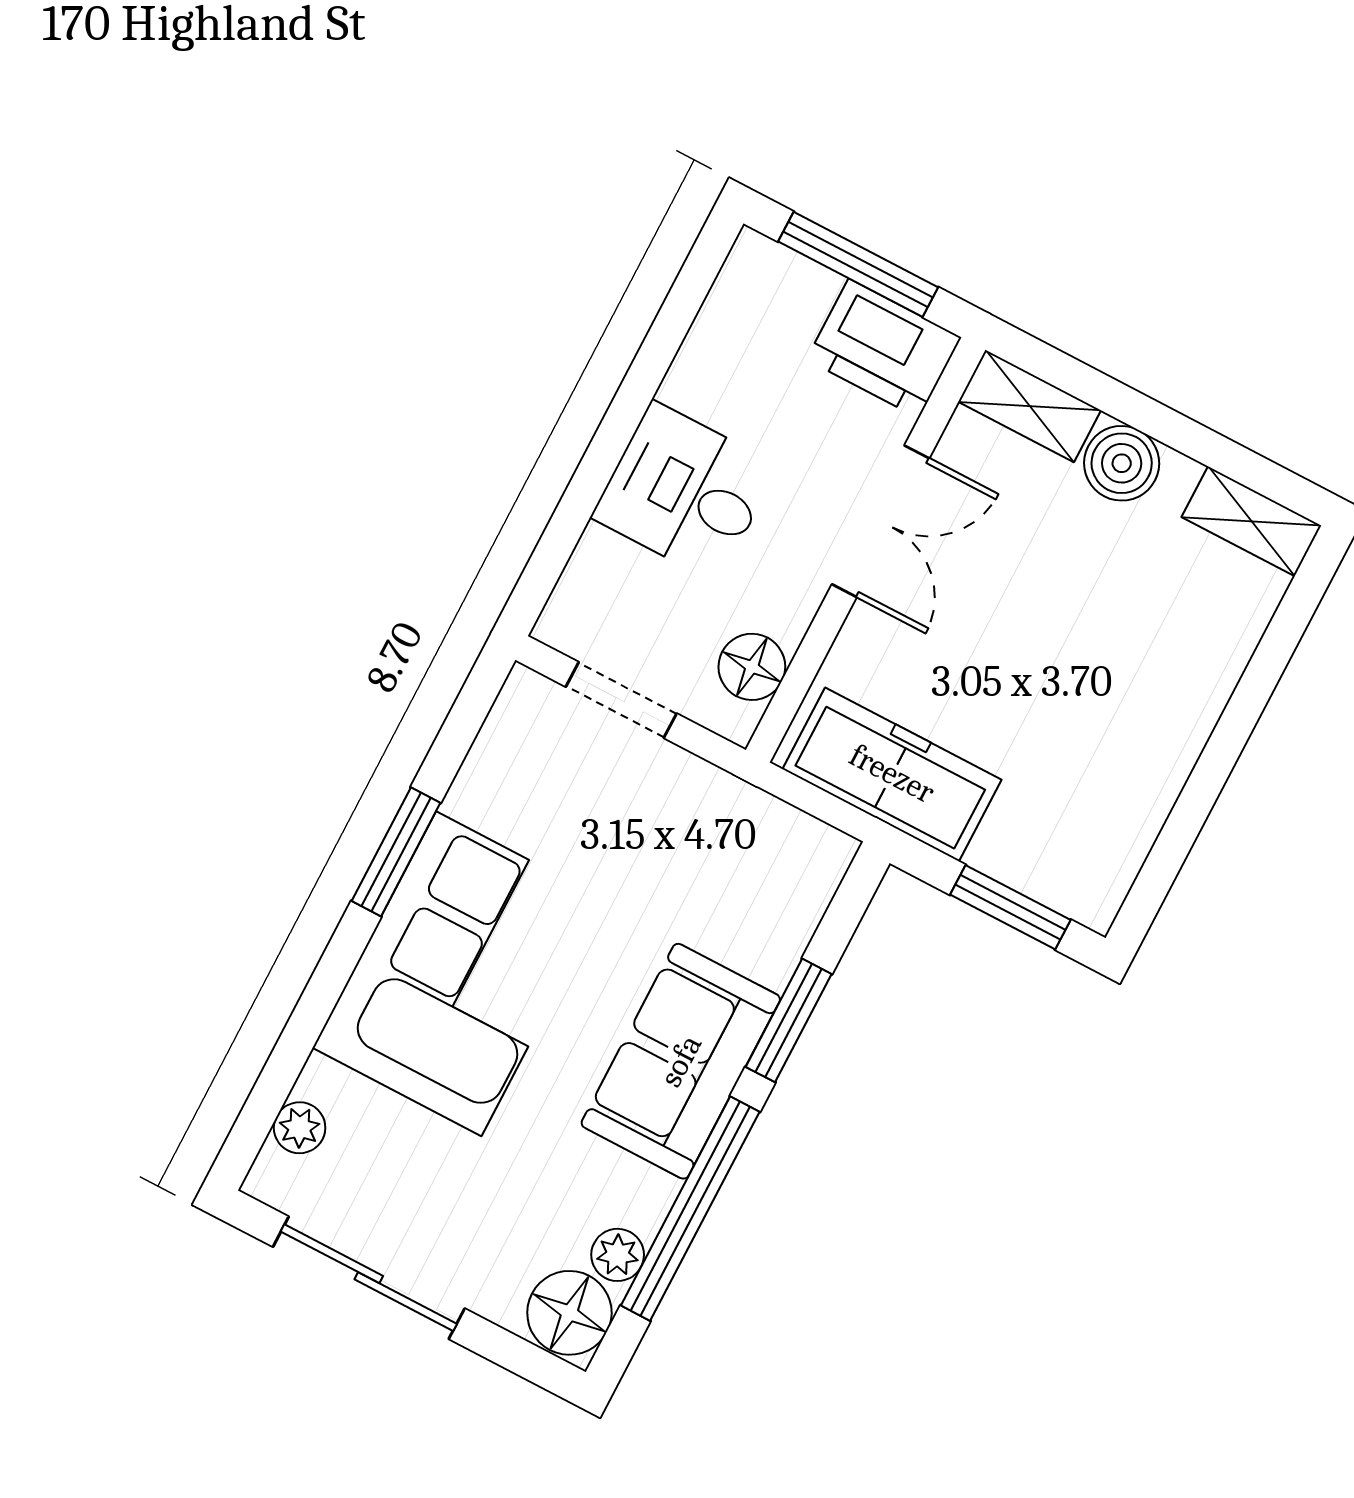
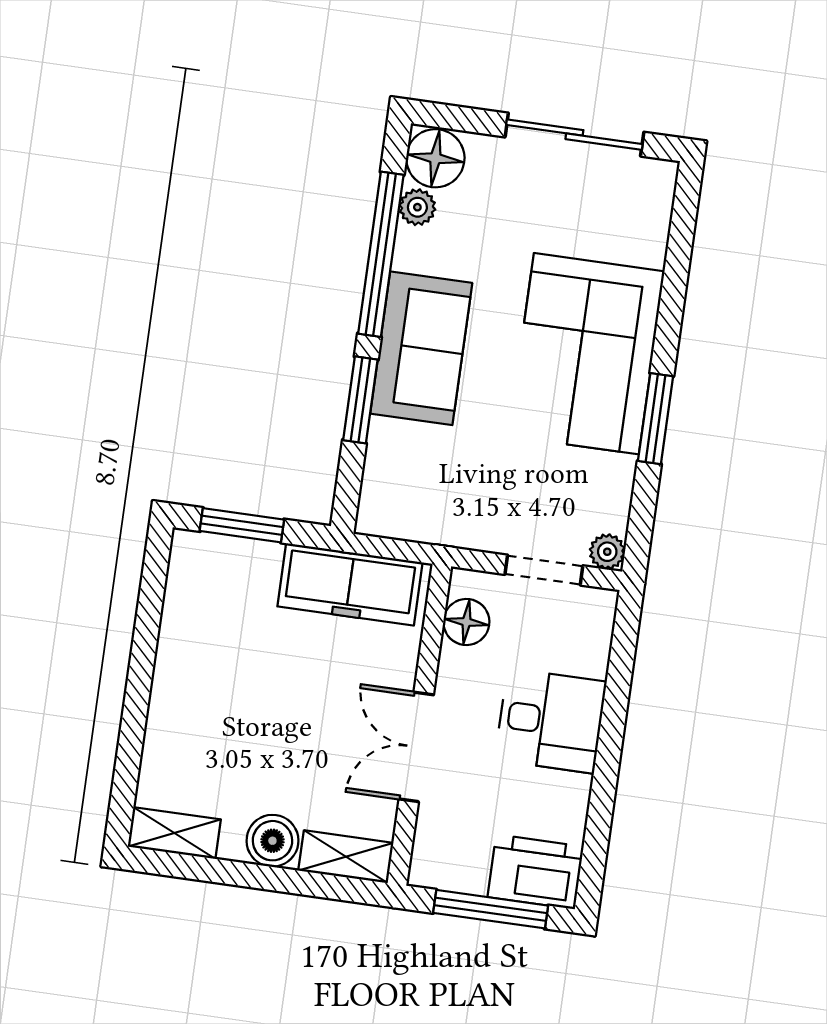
printer: (884, 348) -> (536, 872), moved
plant: (300, 1128) -> (607, 552), moved

